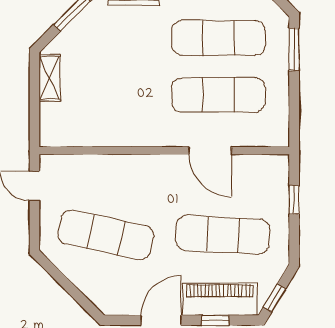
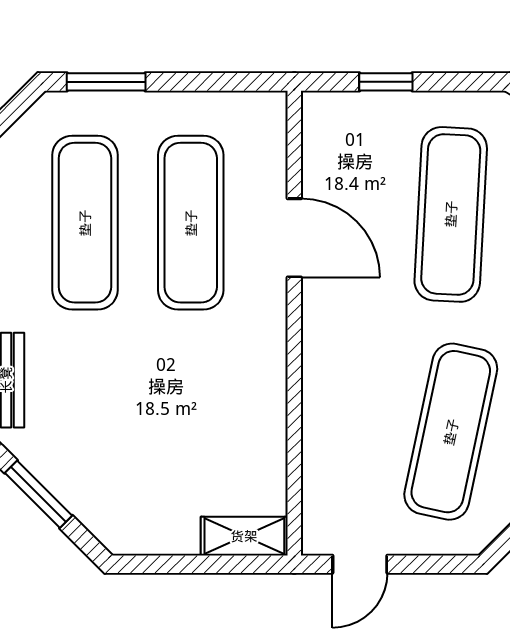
shelving: (50, 78) -> (244, 536), moved
door: (210, 151) -> (294, 238), hinge flipped

